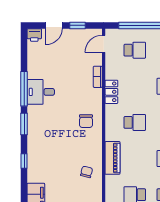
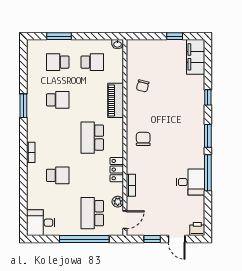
door: (54, 25) -> (177, 239), swing flipped
school desk: (135, 50) -> (92, 213), width x1.85
plant: (110, 61) -> (118, 202), added
desk: (41, 92) -> (190, 182), moved
school desk: (135, 122) -> (92, 138), width x1.85

